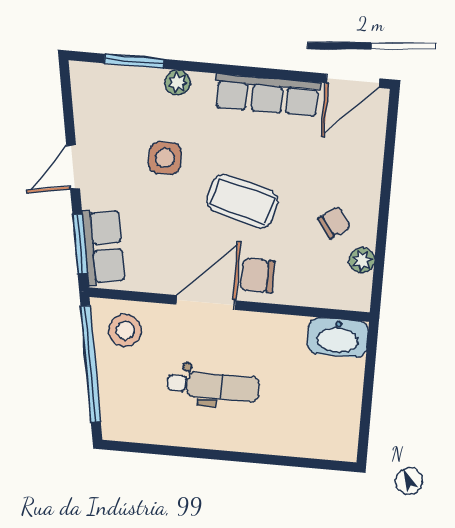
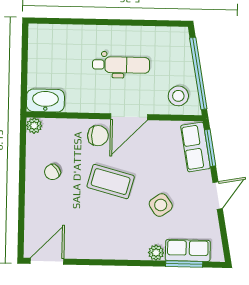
row of seats: (267, 95) -> (188, 251), moved, width x0.68
side table: (165, 158) -> (161, 205), turned -35
plant: (362, 260) -> (34, 126), moved
dental chair: (213, 386) -> (121, 65), turned 180

